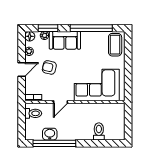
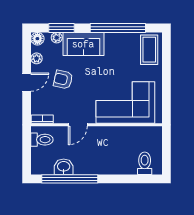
toilet: (99, 131) -> (145, 163), moved

